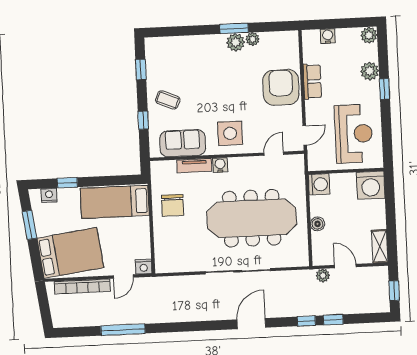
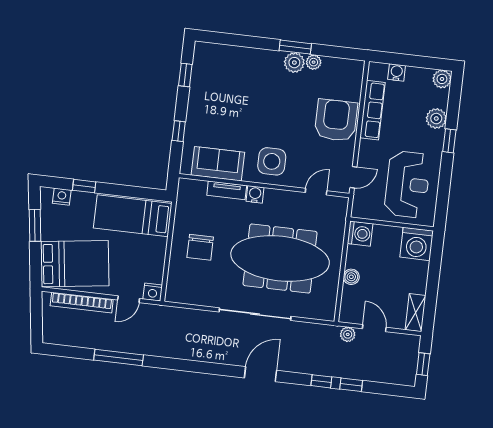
row of seats: (312, 81) -> (372, 110), width x1.48
coffee table: (168, 100) -> (209, 113), removed
chair: (173, 205) -> (200, 247), moved

